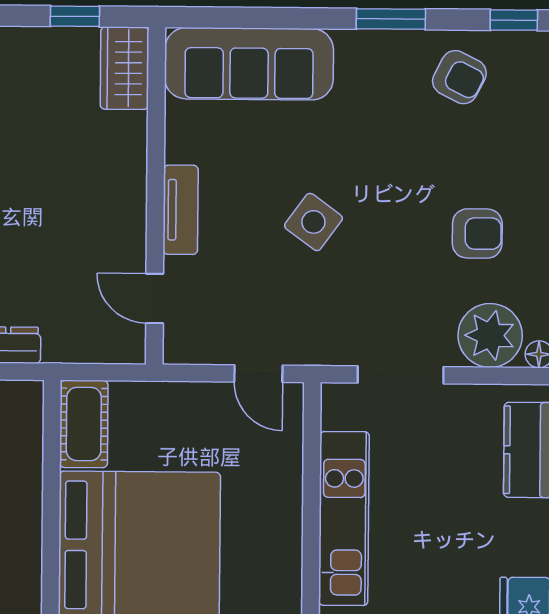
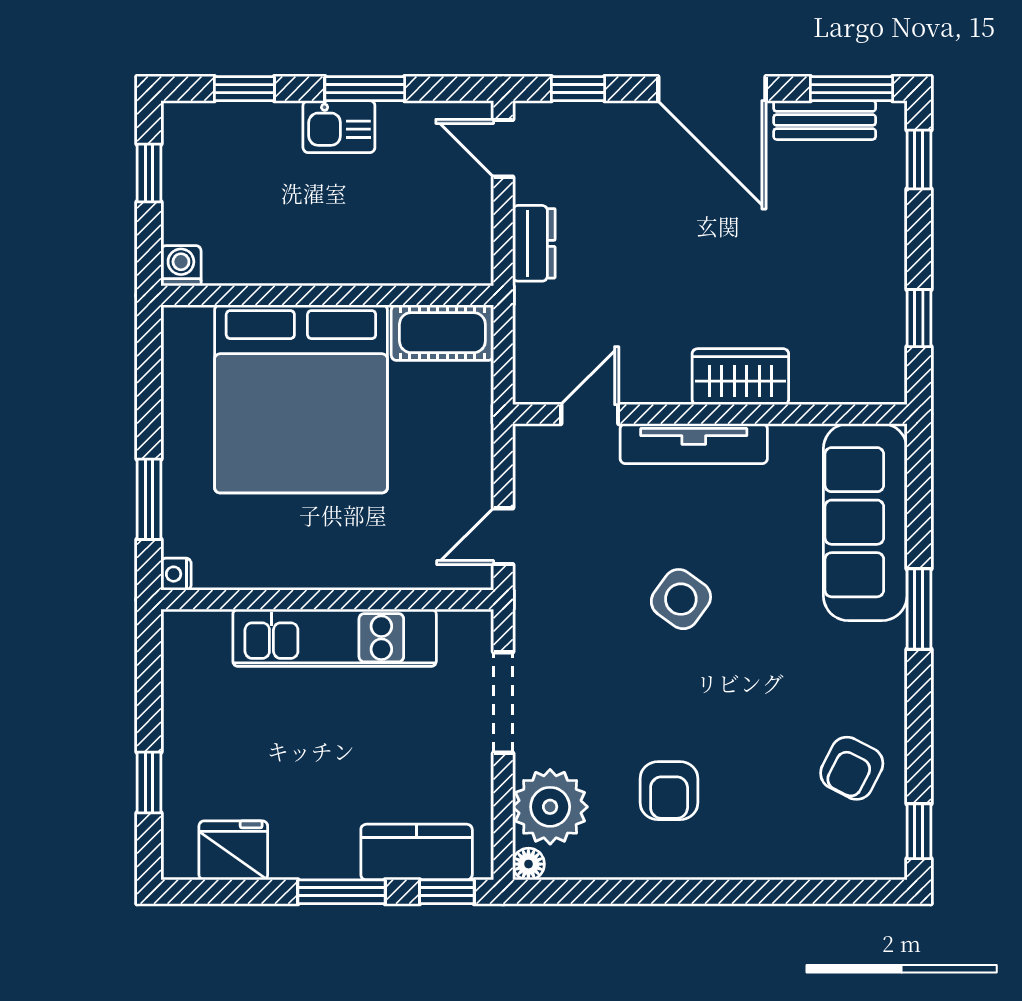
window: (391, 19) -> (919, 609), moved
wardrobe: (125, 68) -> (740, 377), moved
tv unit: (181, 210) -> (694, 444), width x1.41

